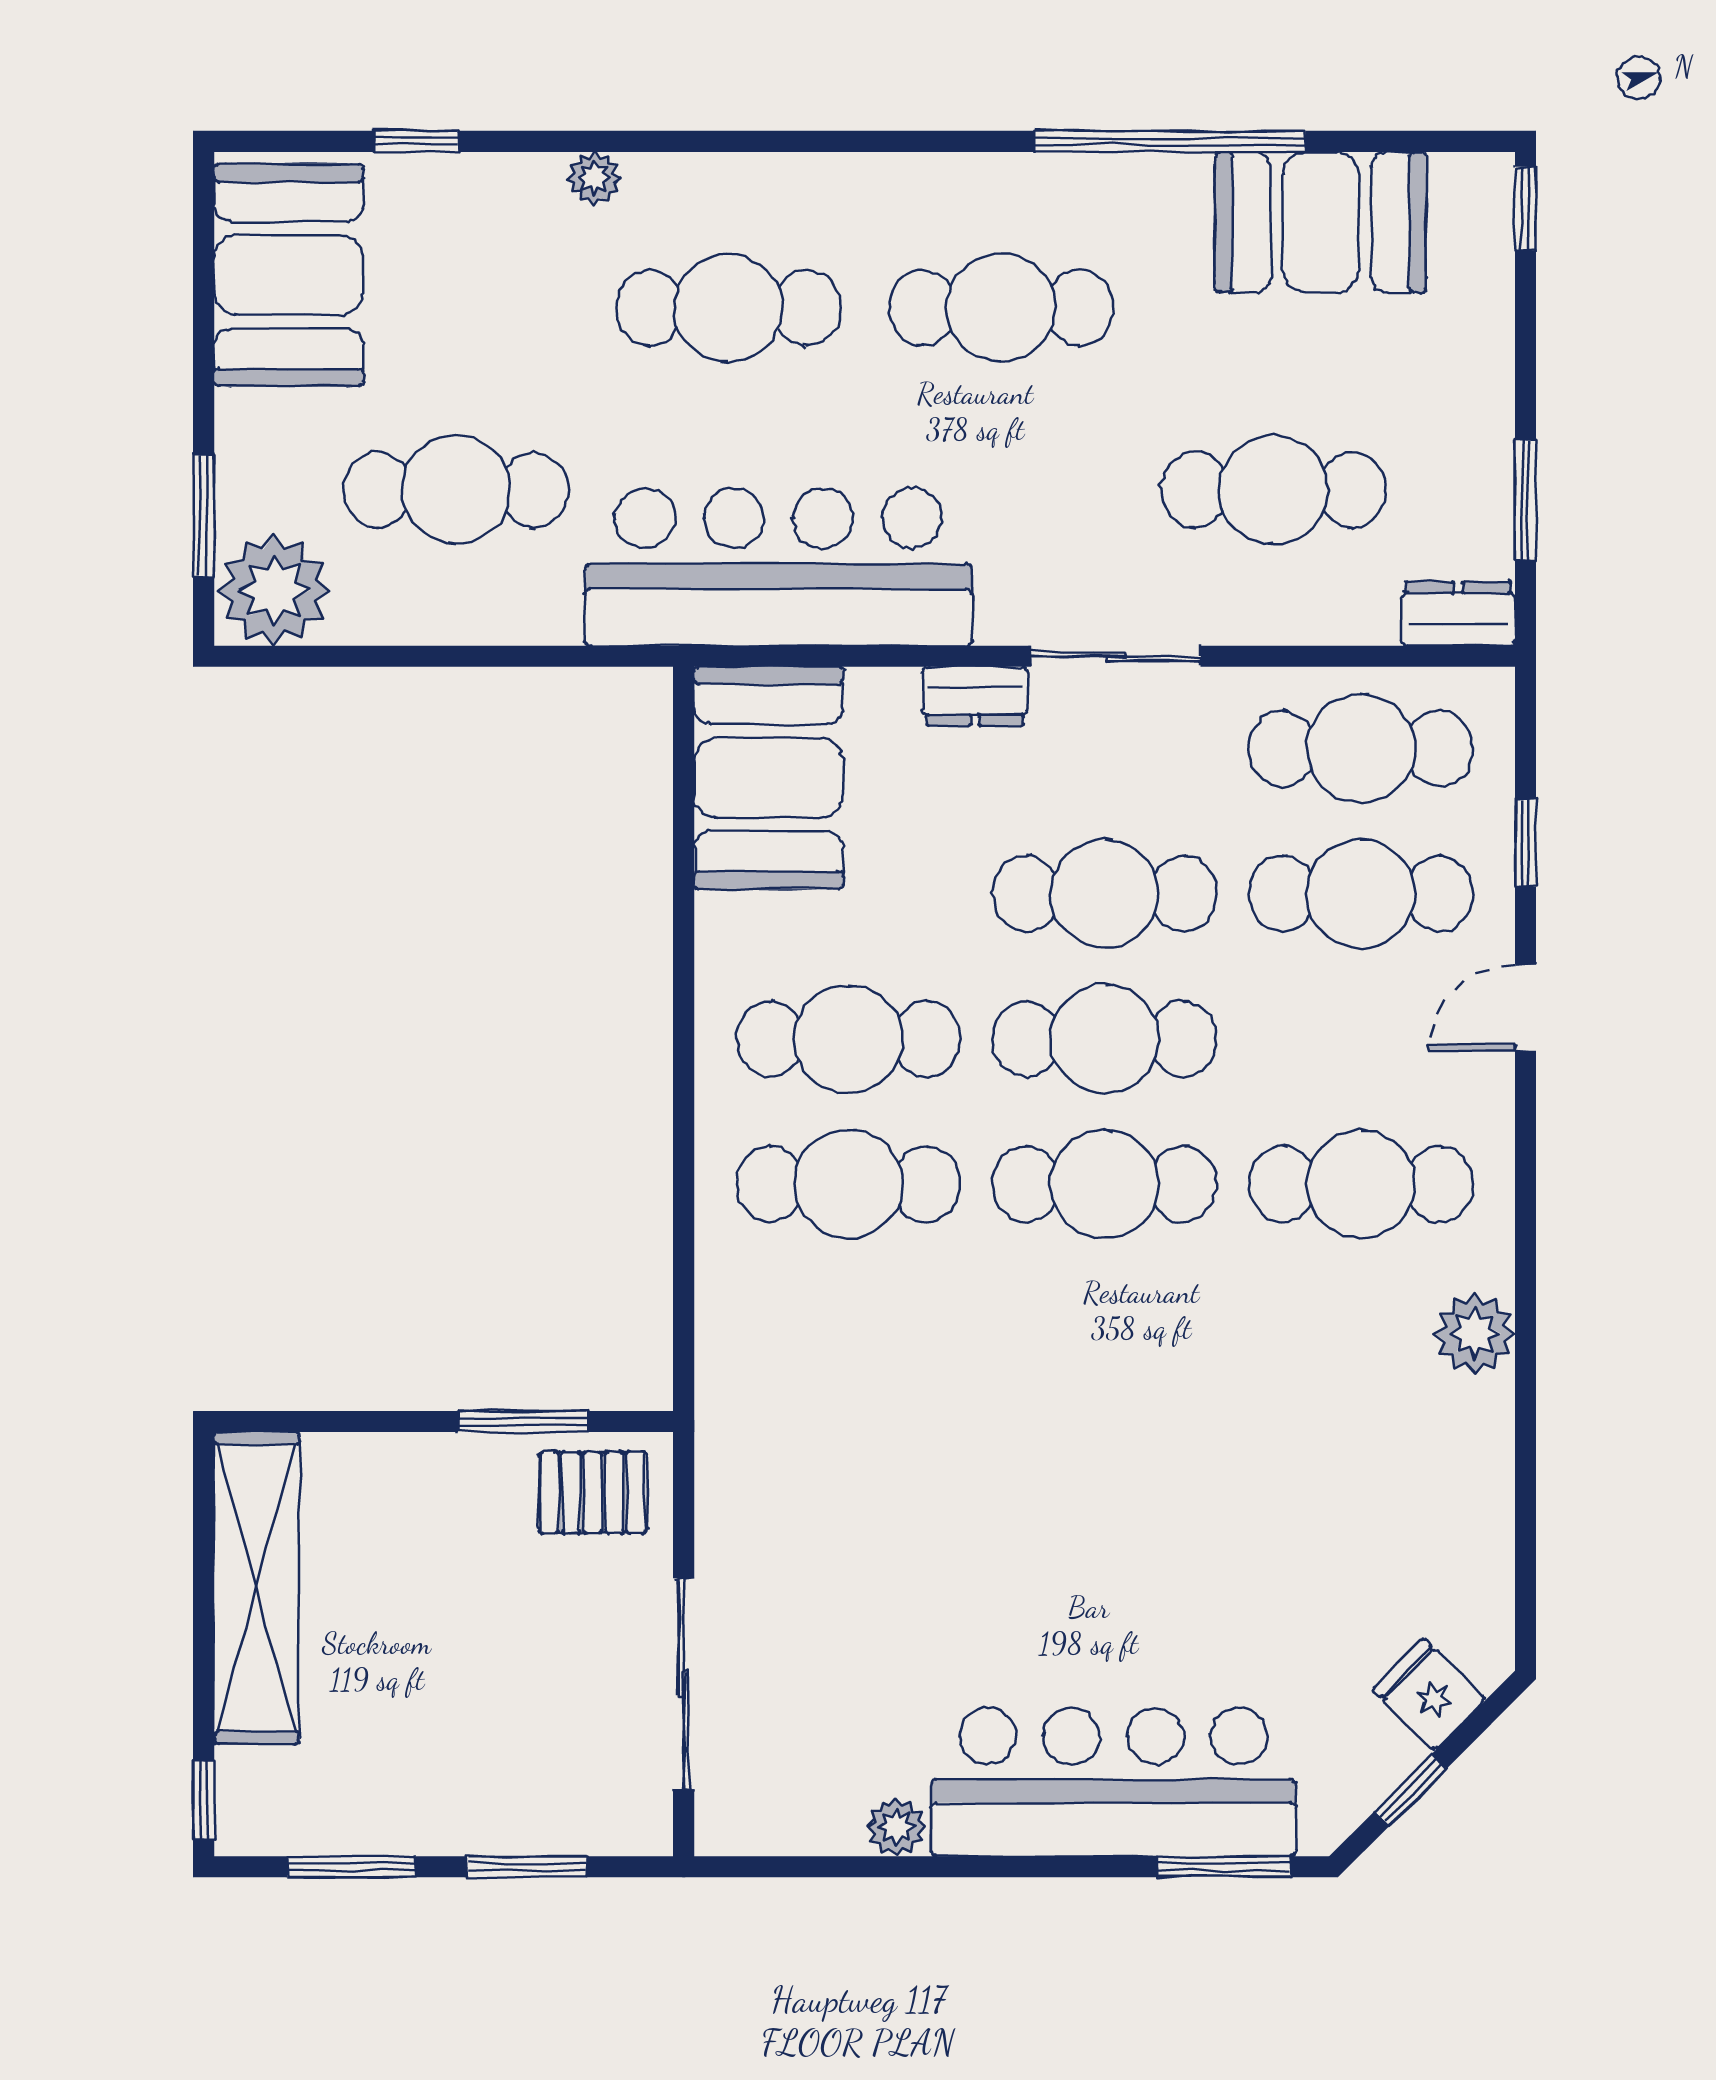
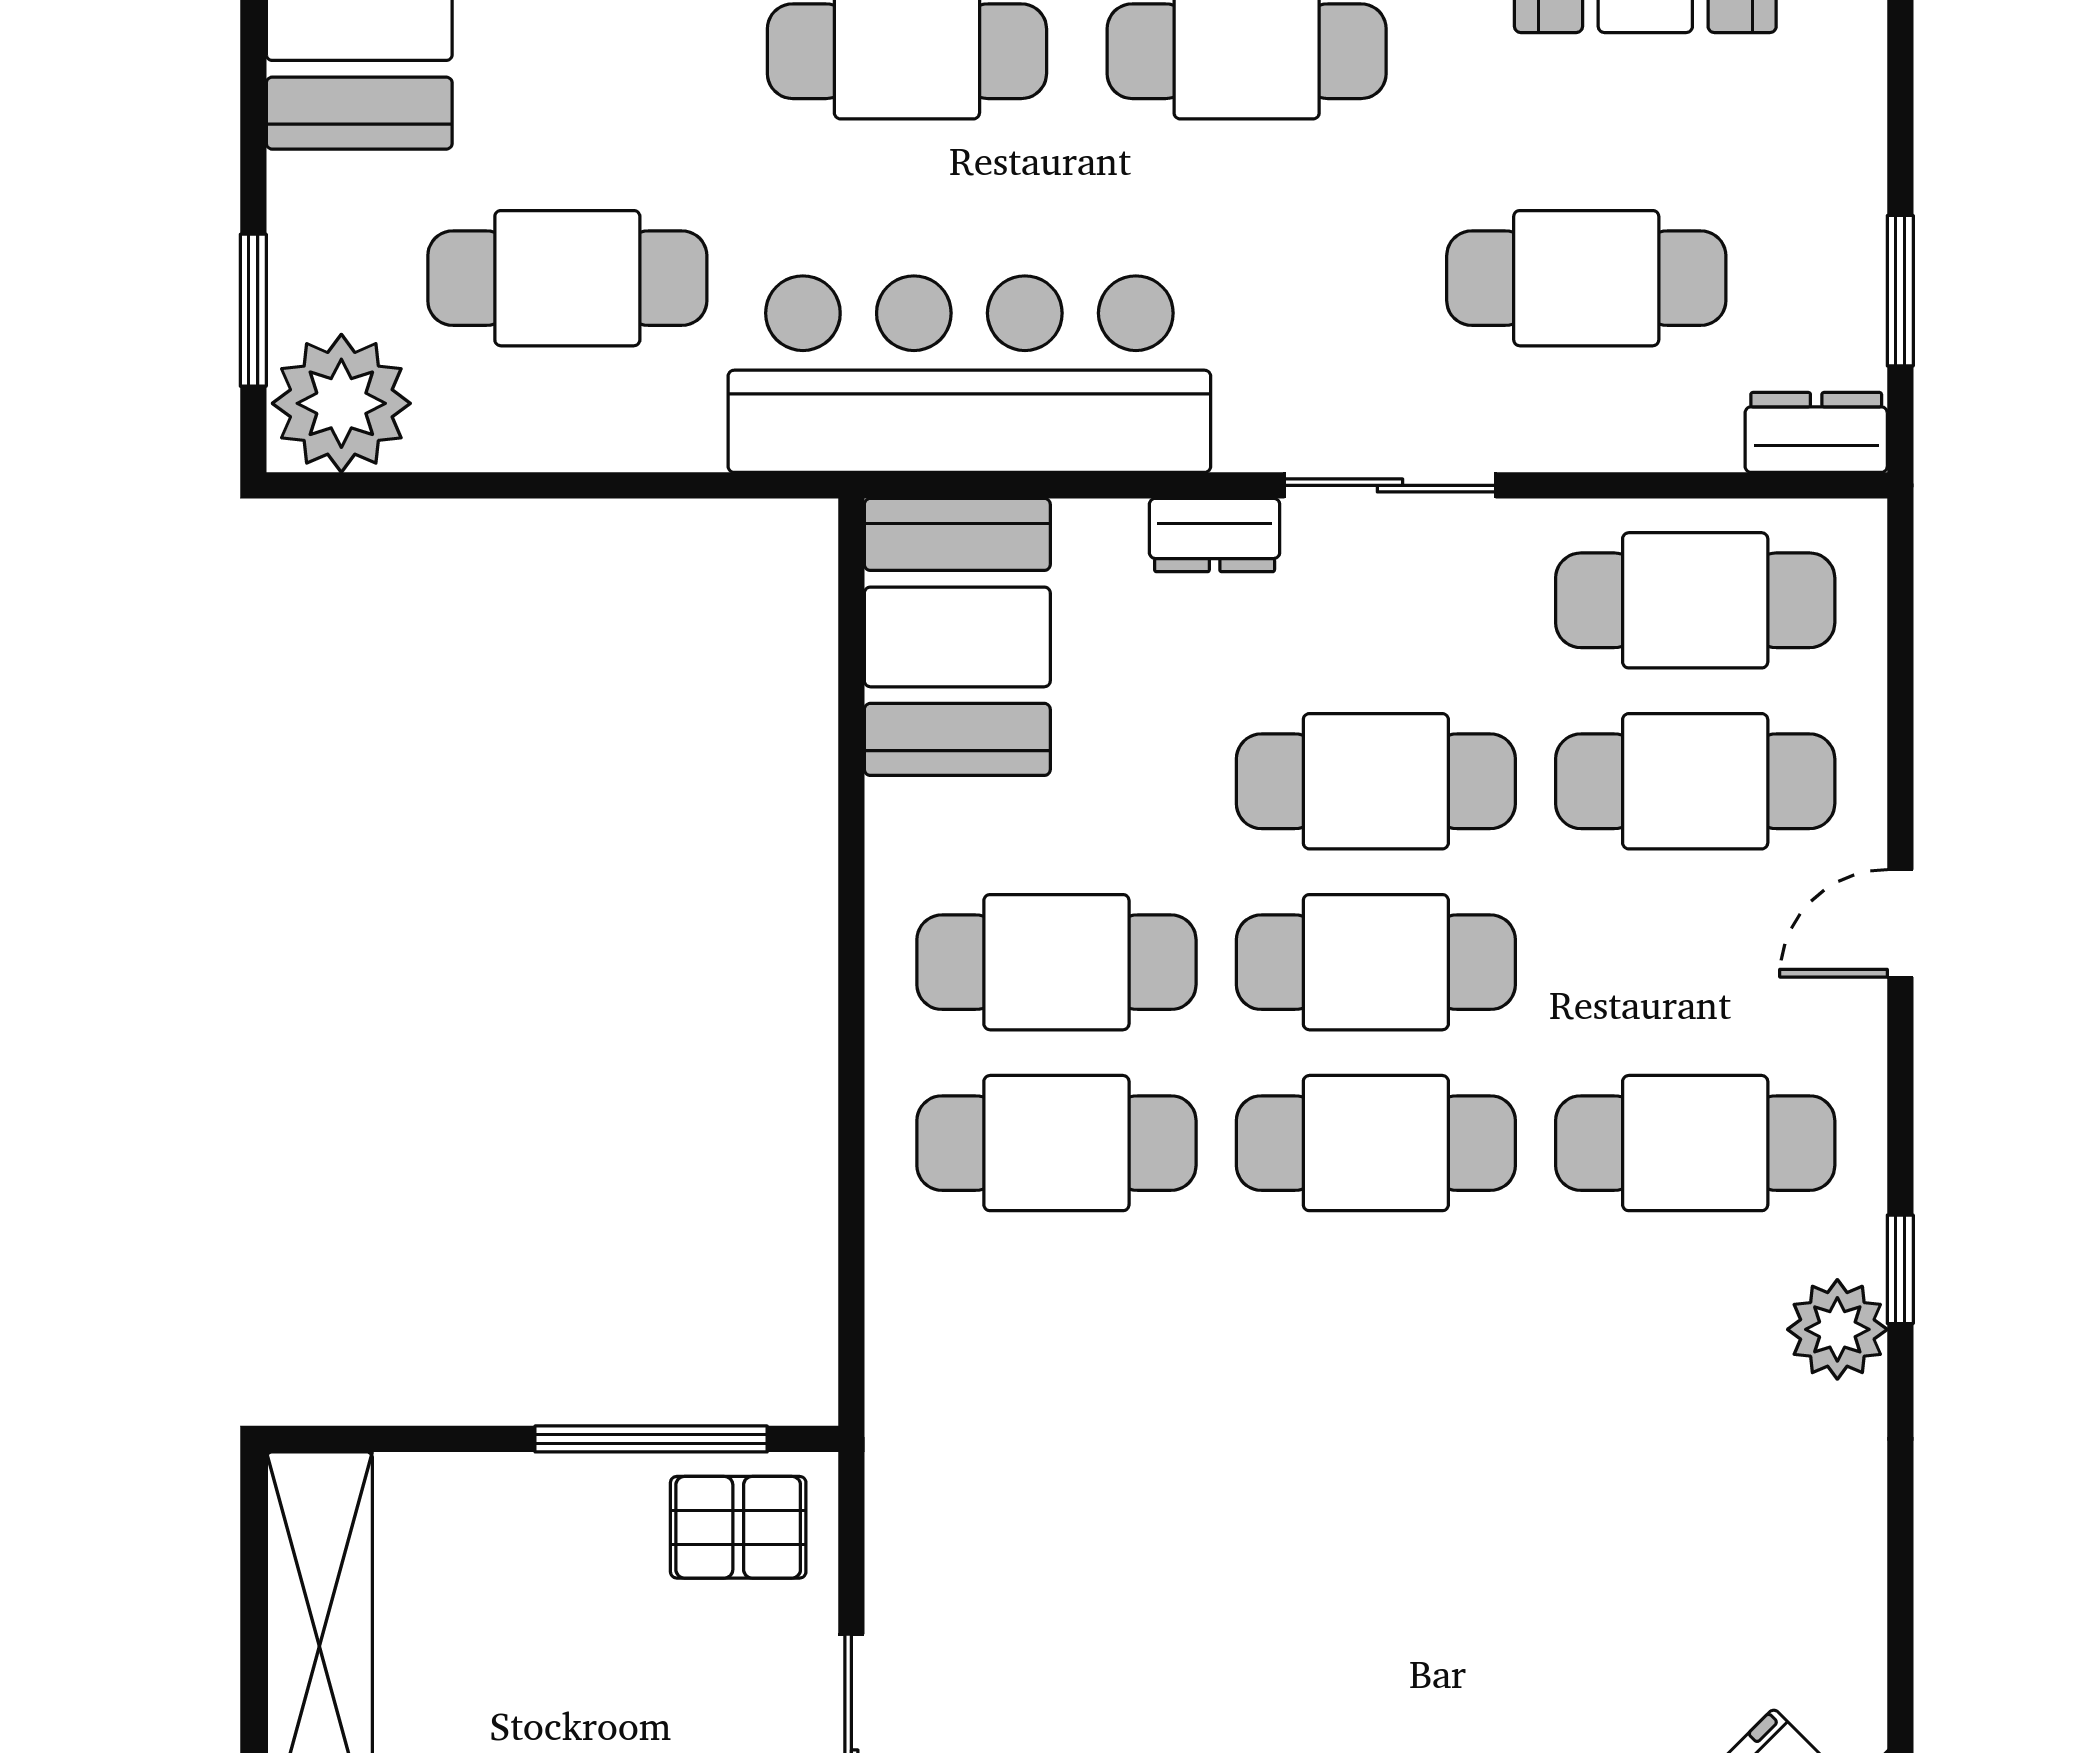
window: (1525, 843) -> (1900, 1269), moved
window: (523, 1422) -> (651, 1439), width x1.44

